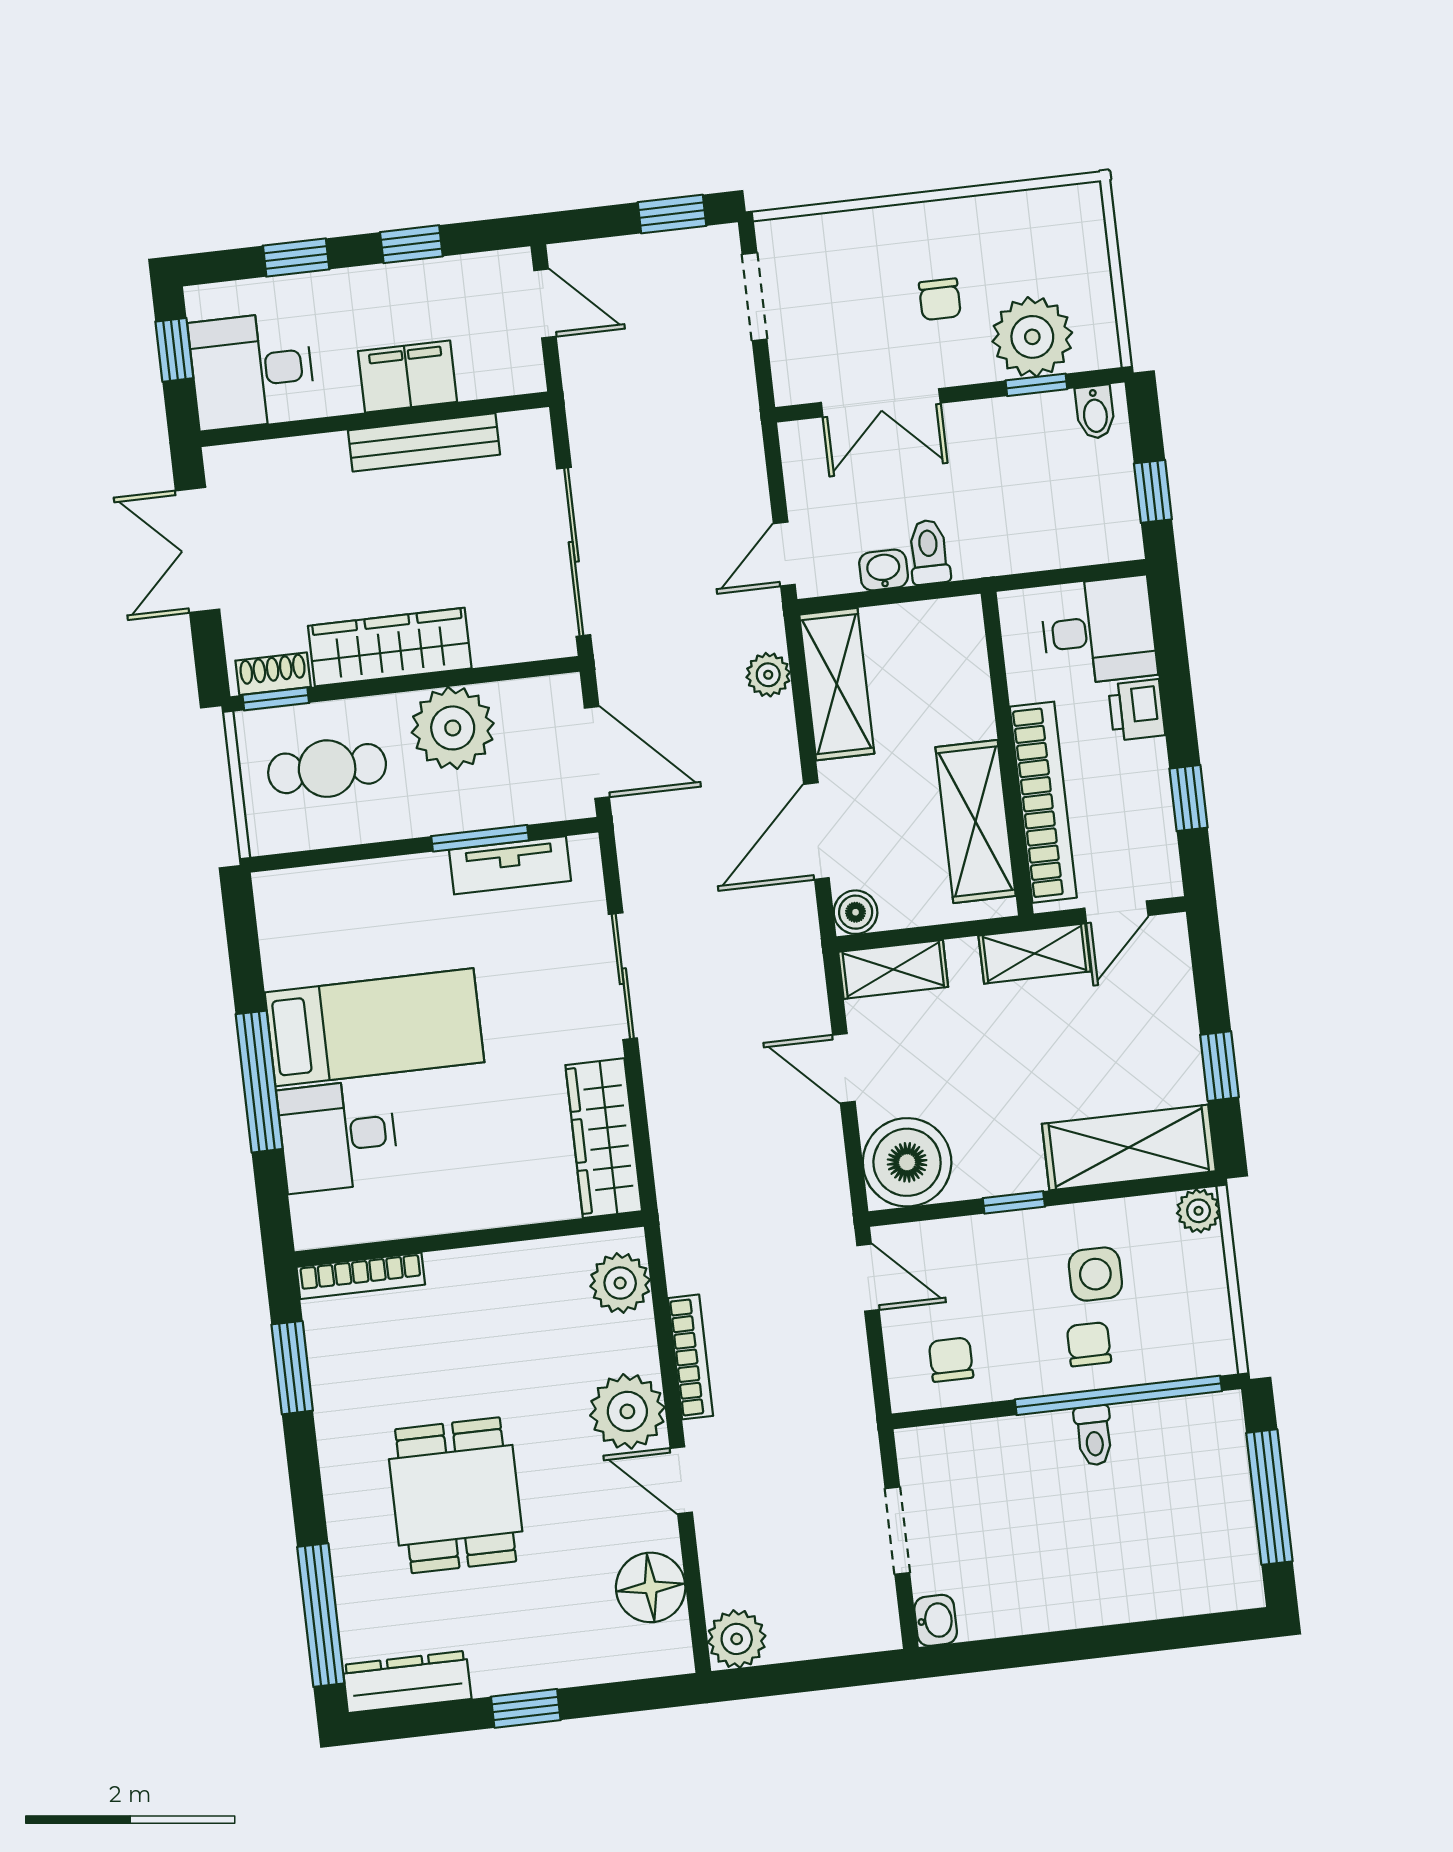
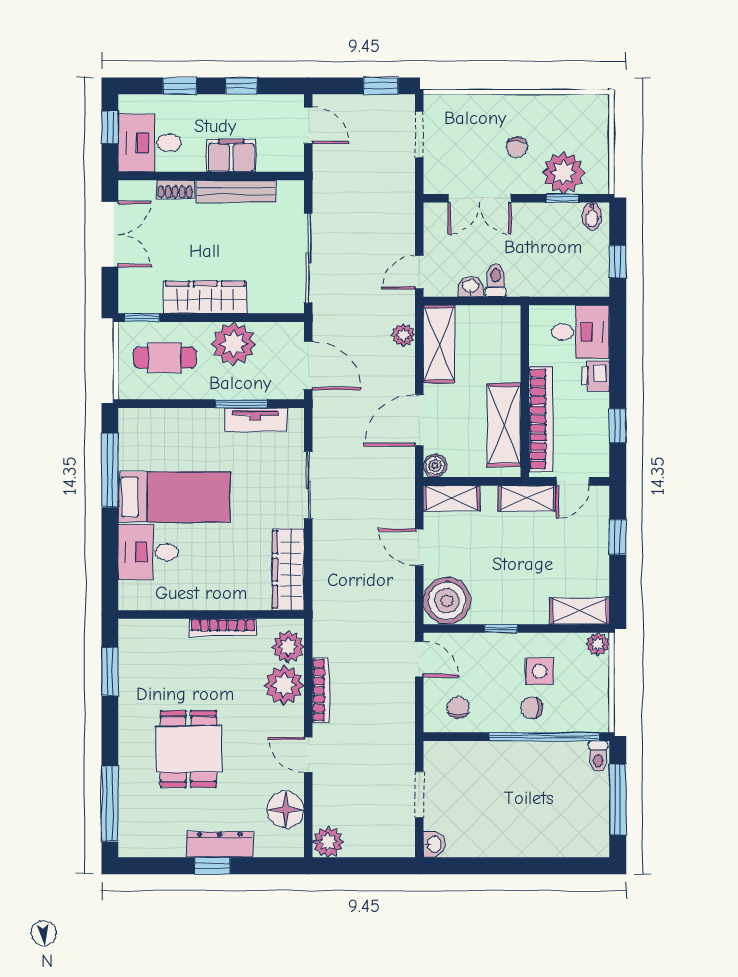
double door: (198, 550) -> (110, 234), swing flipped
shoe rack: (273, 674) -> (175, 190), moved, turned 180
window: (1219, 1066) -> (618, 537), moved
window: (259, 1082) -> (110, 470), moved
shelving: (1129, 1147) -> (580, 611), width x0.67, depth x0.75
bookcase: (361, 1276) -> (223, 627), moved
chair: (1089, 1344) -> (532, 708), turned -90
plant: (627, 1411) -> (284, 685), moved
toilet: (1094, 1436) -> (598, 756), moved
dresser: (407, 1682) -> (220, 844), moved

